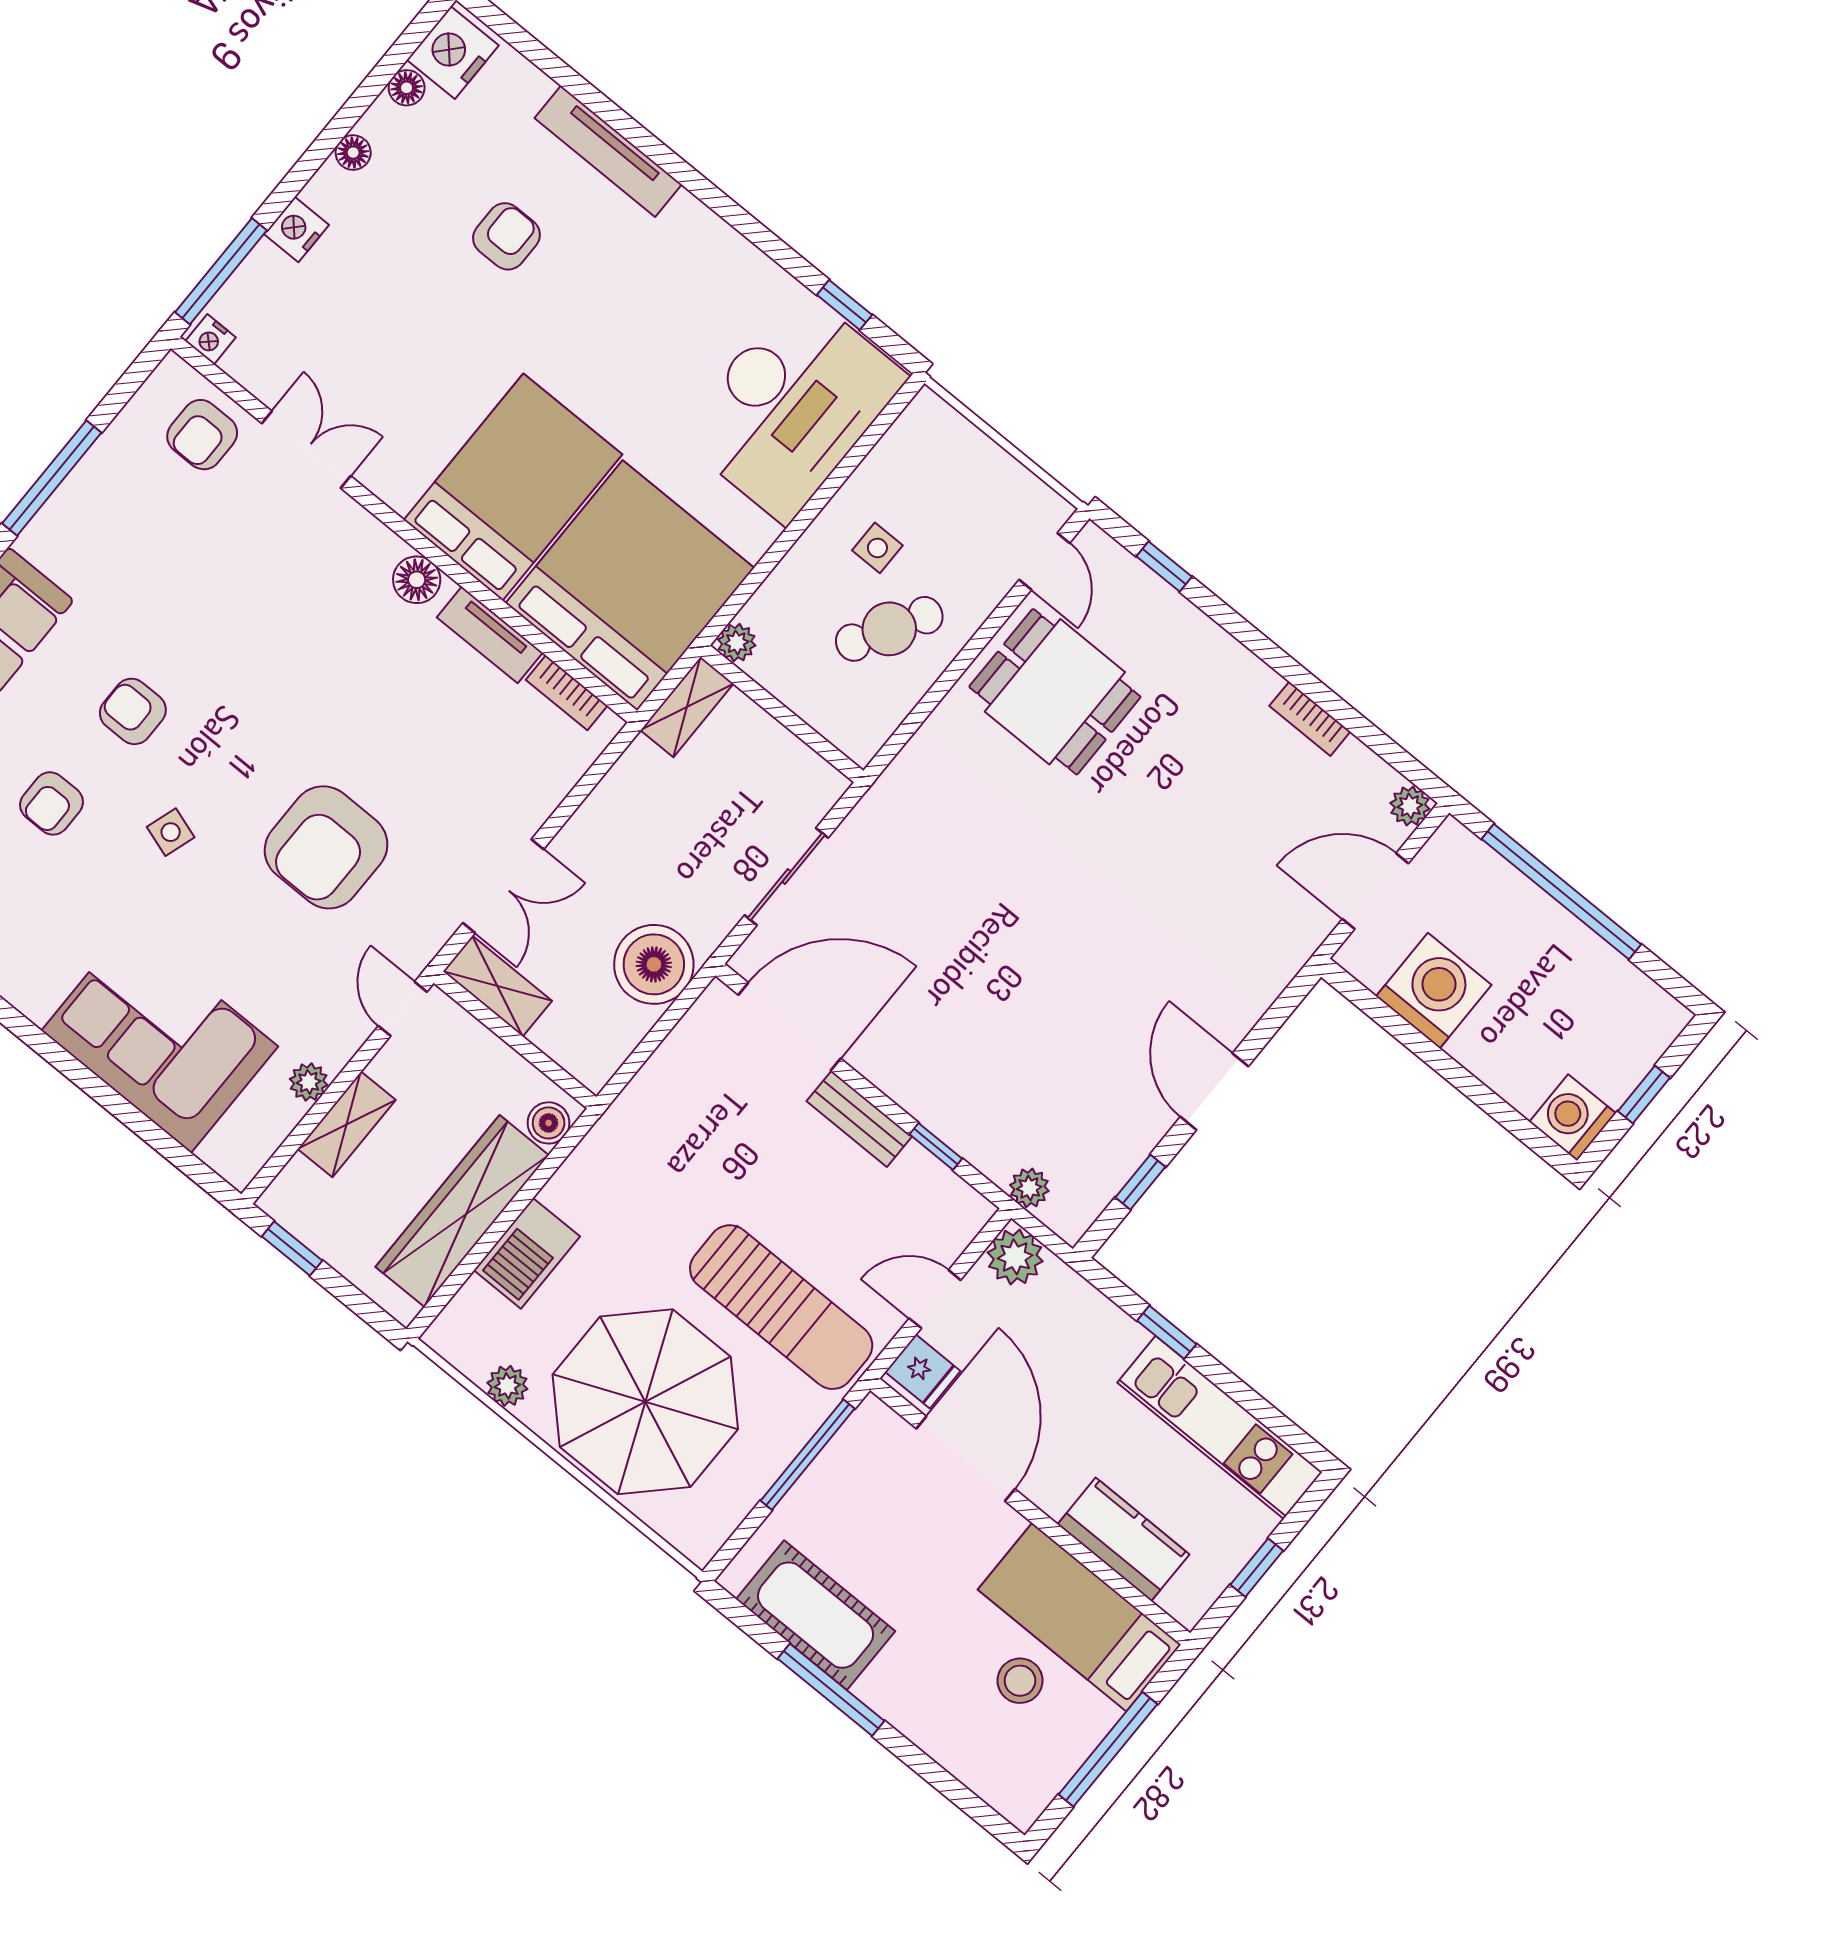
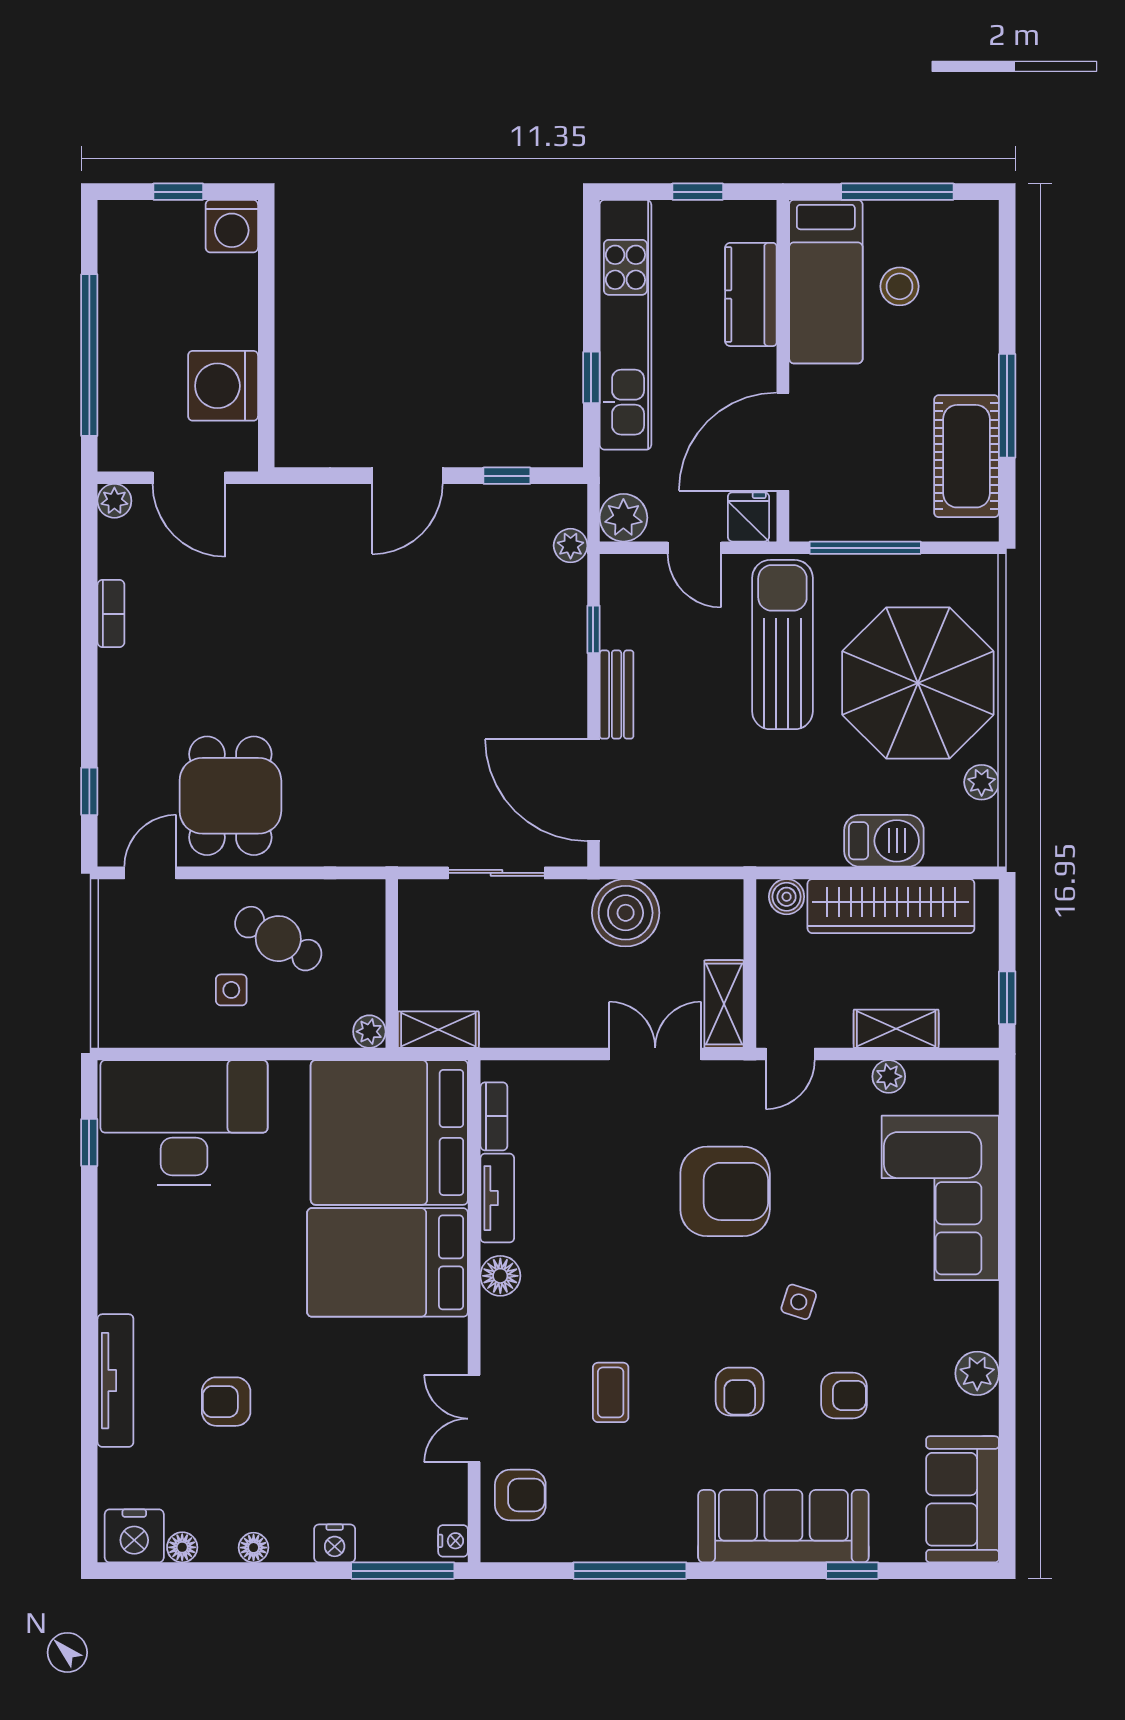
coffee table: (228, 593) -> (611, 1392), added
kitchen unit: (1220, 1427) -> (625, 325), width x1.36

